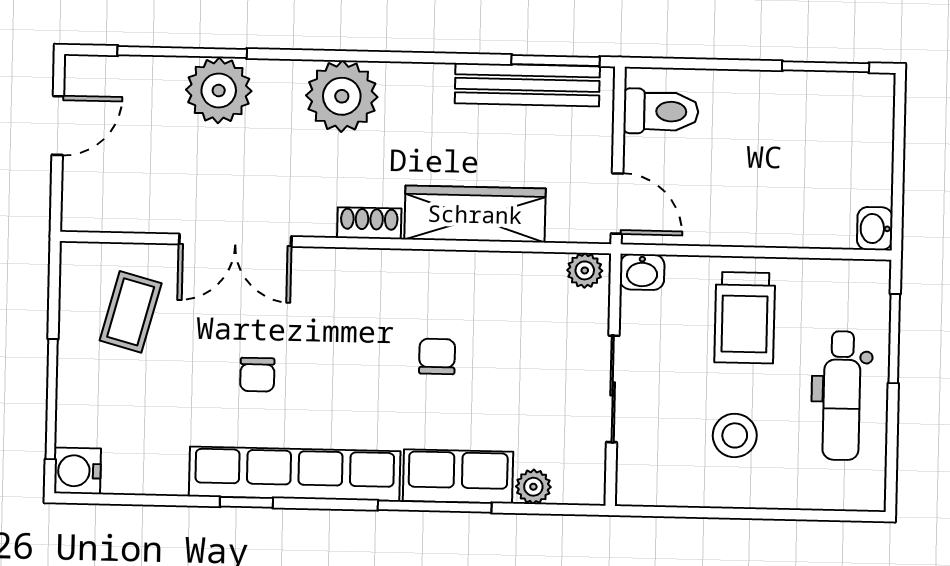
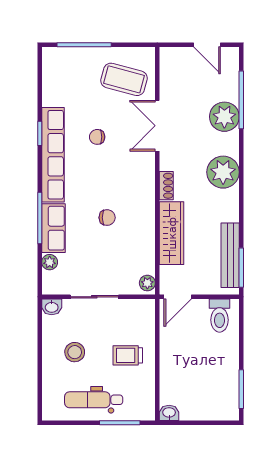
washbasin: (642, 272) -> (52, 307), moved, turned -90
coffee table: (131, 312) -> (124, 79), width x1.36, depth x1.30
trolley: (745, 318) -> (128, 355), width x0.73, depth x0.72
water cooler: (78, 471) -> (52, 57), removed

